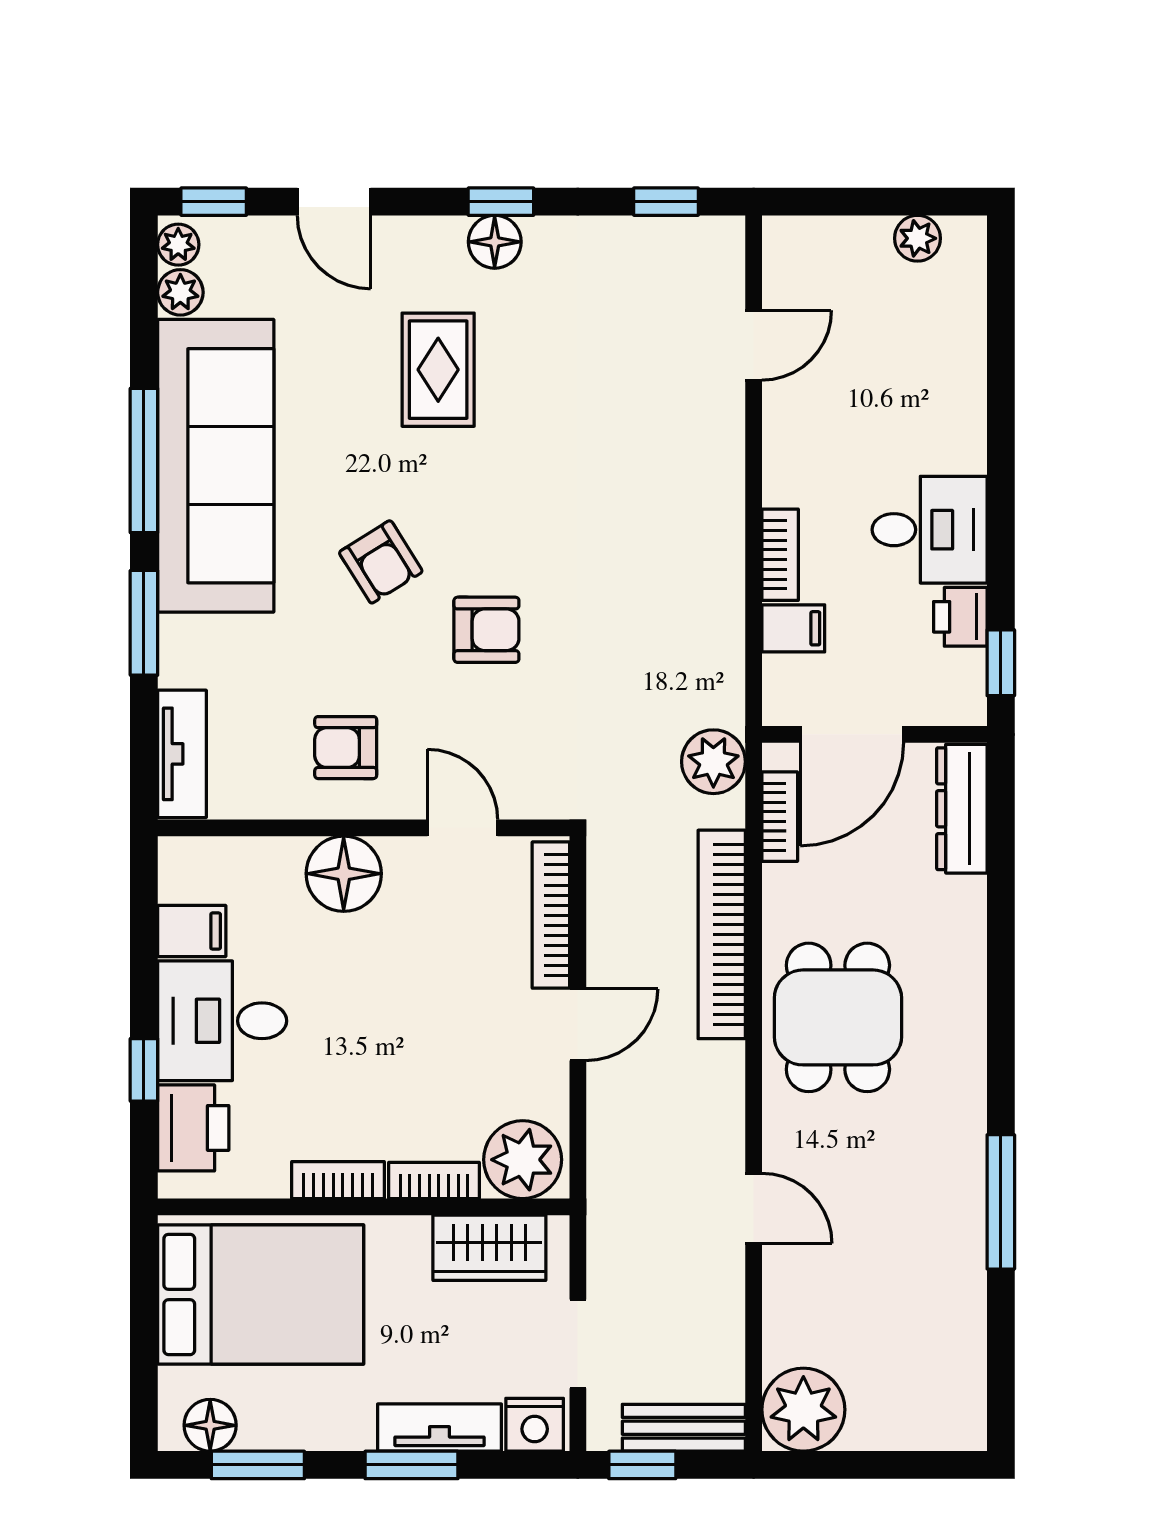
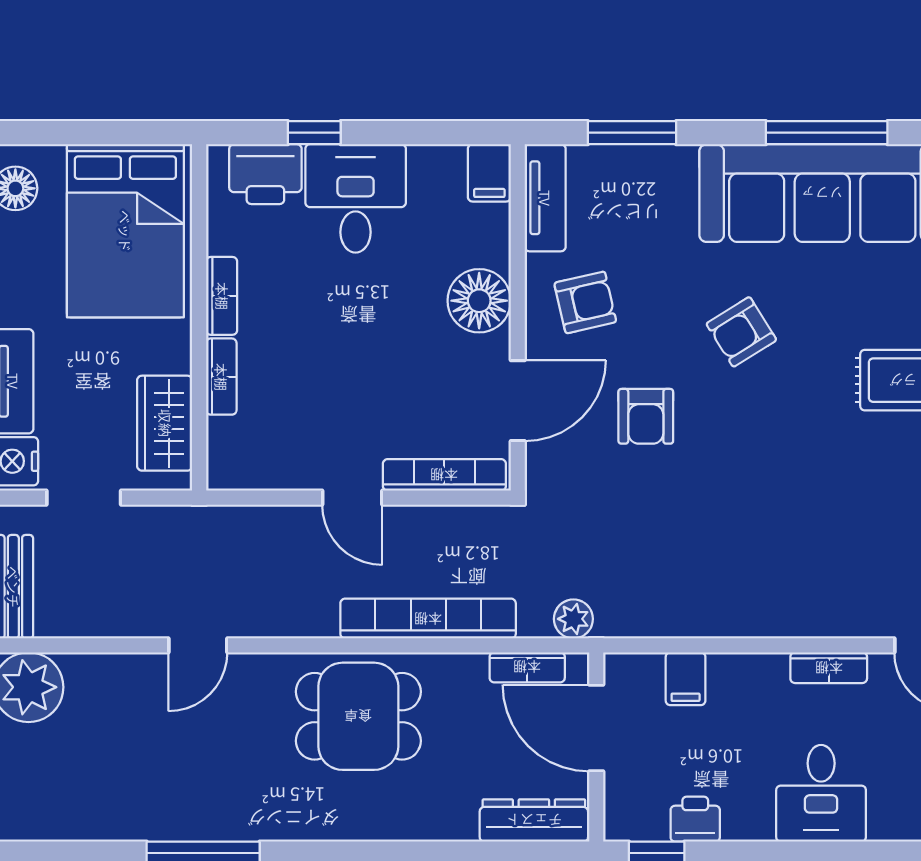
desk: (930, 530) -> (821, 793), moved
bookcase: (780, 555) -> (829, 668), moved
window: (144, 623) -> (632, 133), moved
armchair: (486, 630) -> (646, 416), moved
armchair: (346, 748) -> (585, 302), turned 77
tv unit: (182, 754) -> (545, 198), moved, turned -90
plant: (713, 762) -> (573, 619), width x0.73, depth x0.73
door: (463, 828) -> (518, 401), width x1.38
filing cabinet: (192, 931) -> (489, 173), moved
plant: (523, 1160) -> (239, 451), removed

